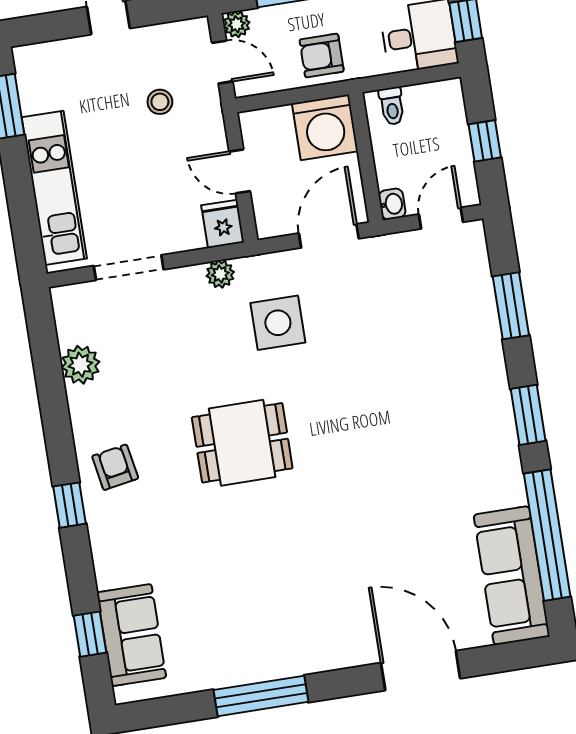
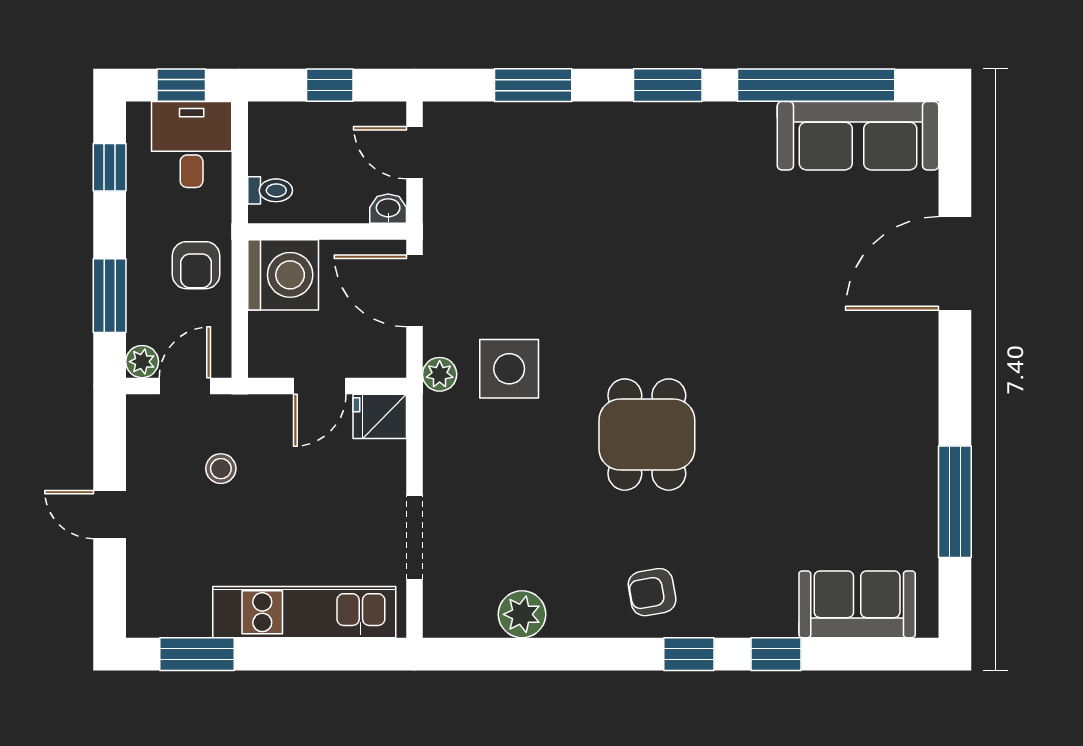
plant: (220, 274) -> (440, 374), moved
window: (90, 634) -> (776, 654), moved
window: (261, 696) -> (955, 502), moved

